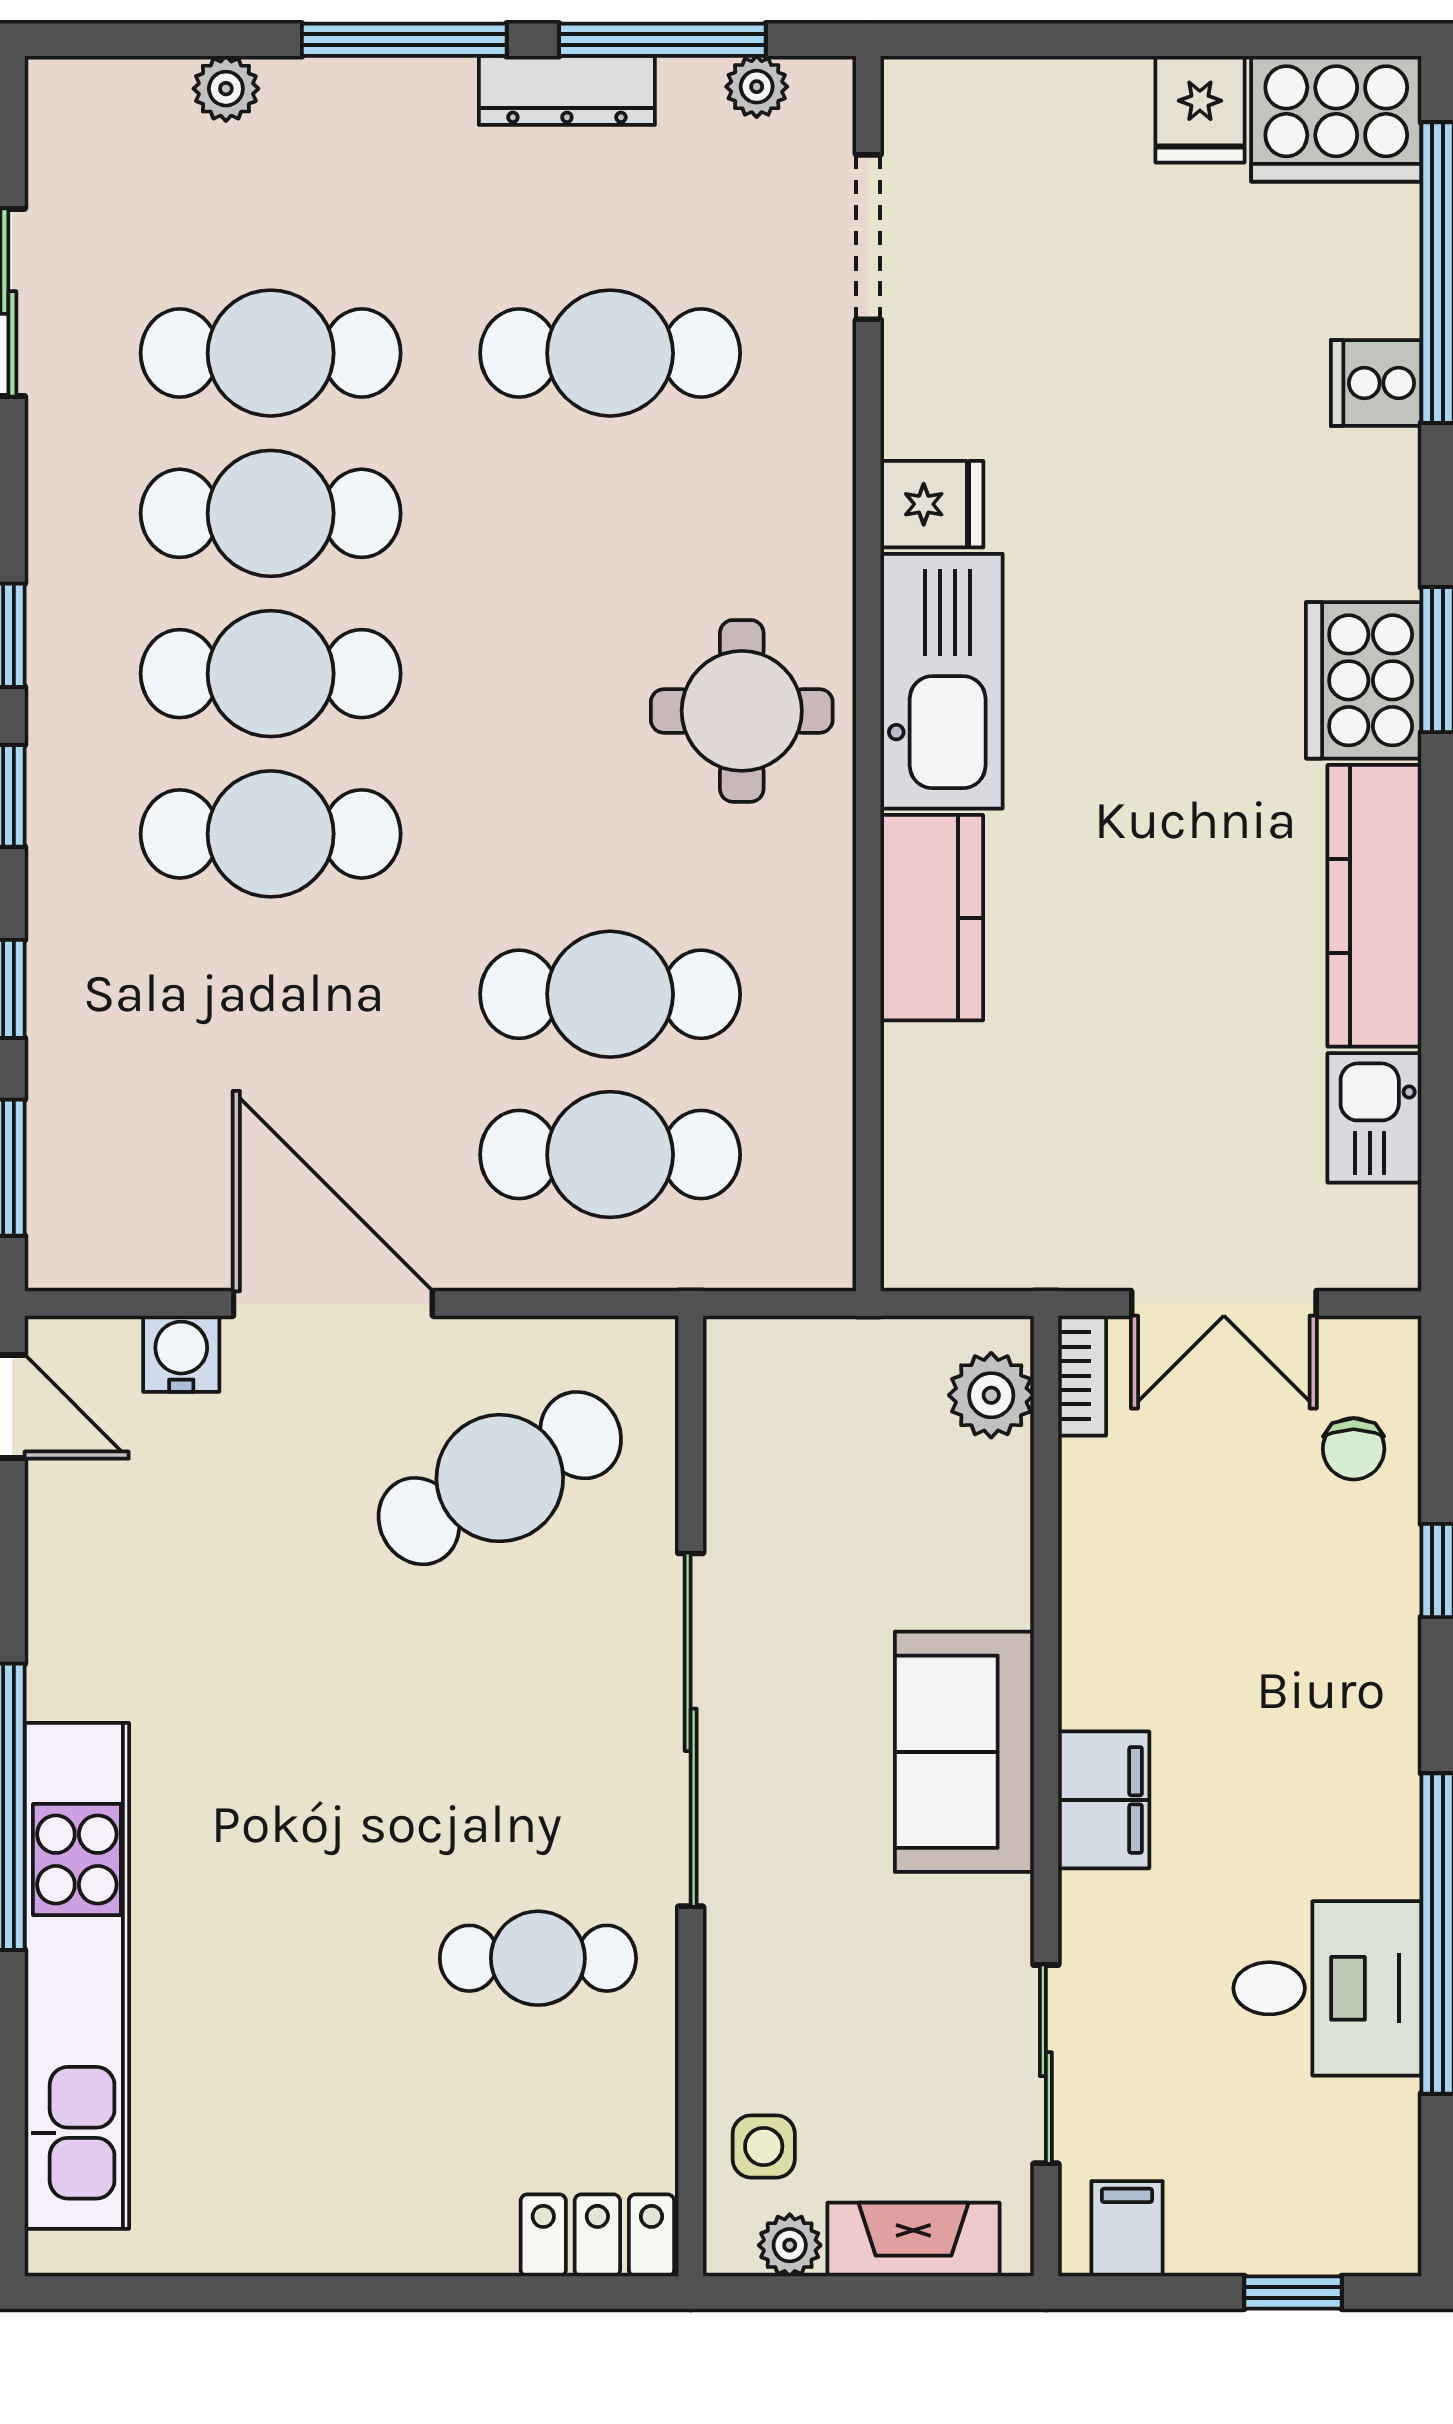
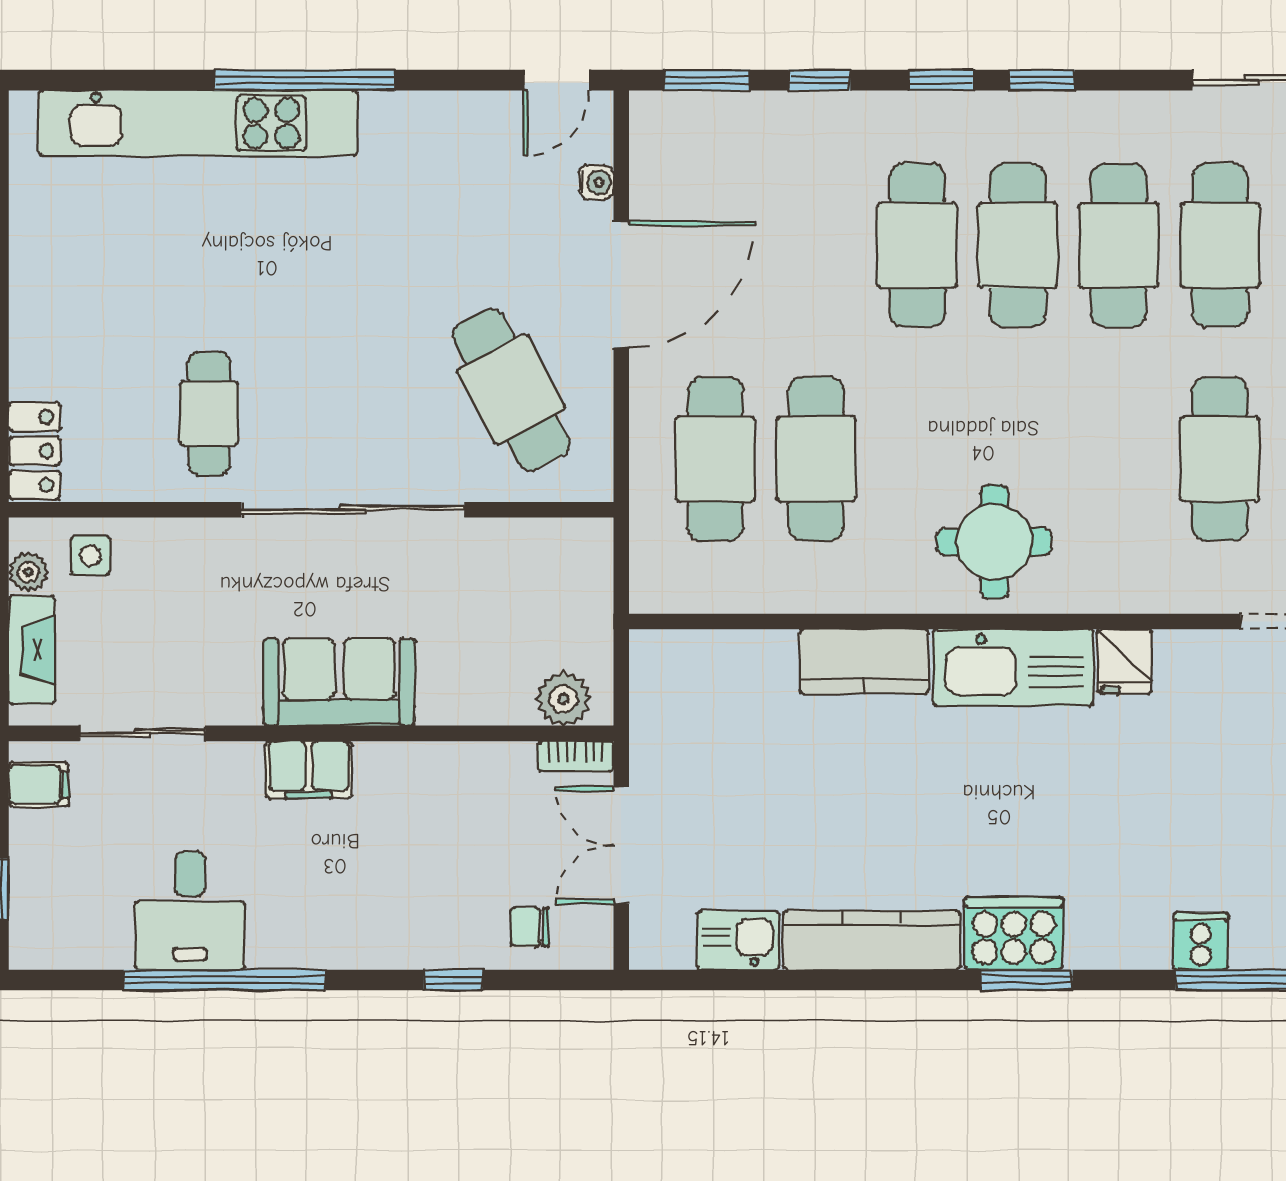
water cooler: (181, 1354) -> (596, 182), width x0.72, depth x0.72

